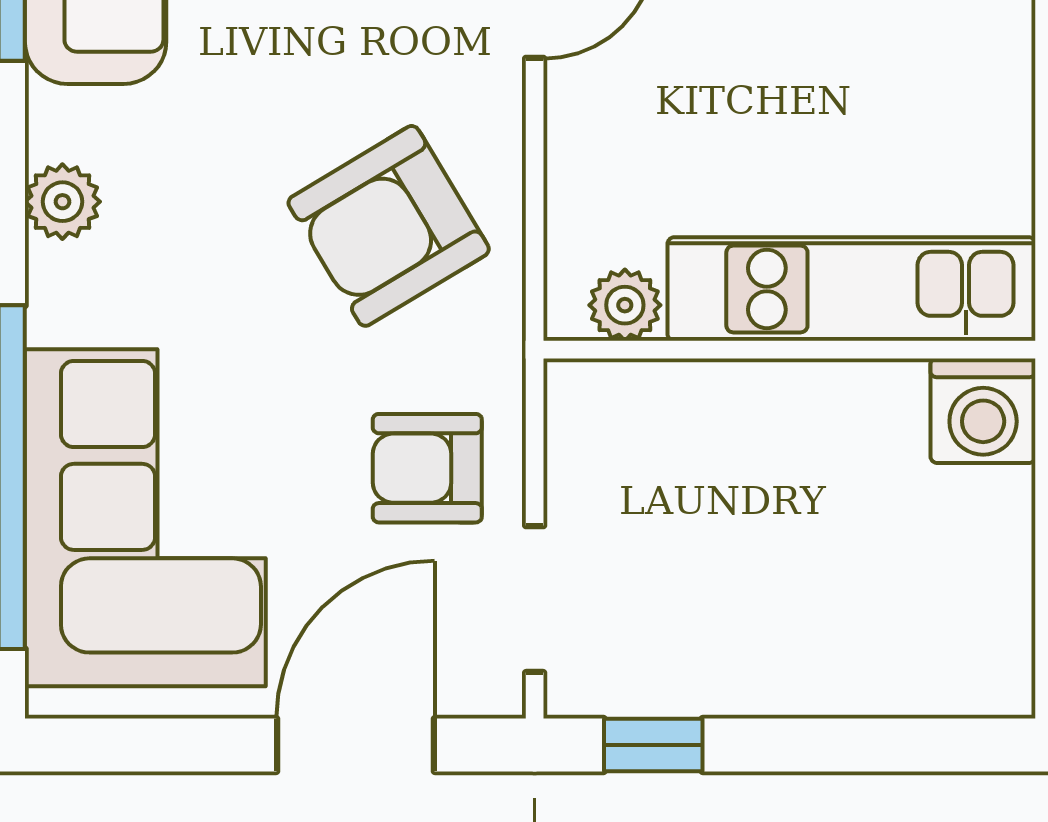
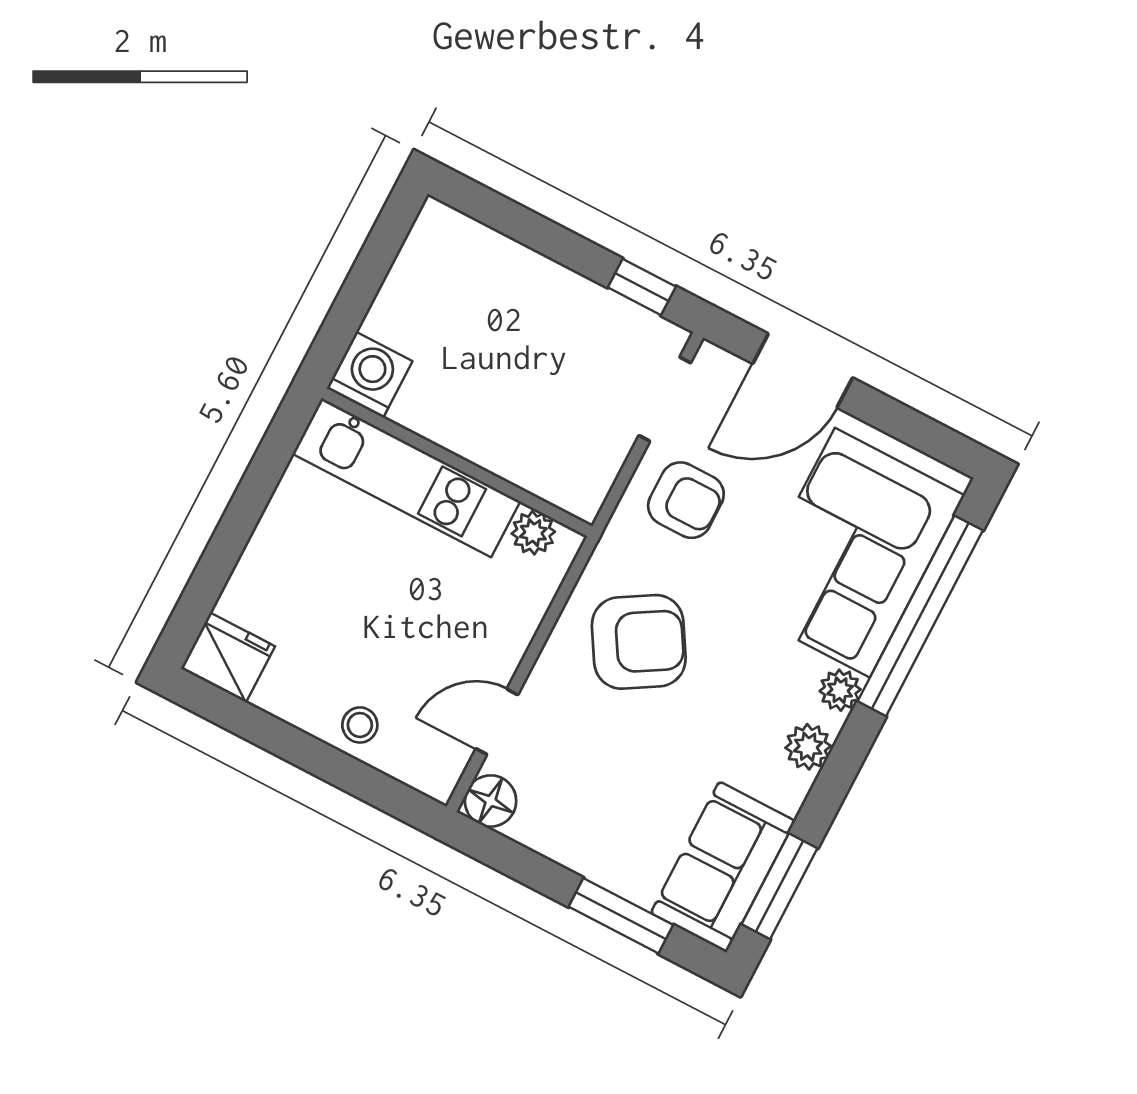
plant: (59, 308) -> (840, 690), added

